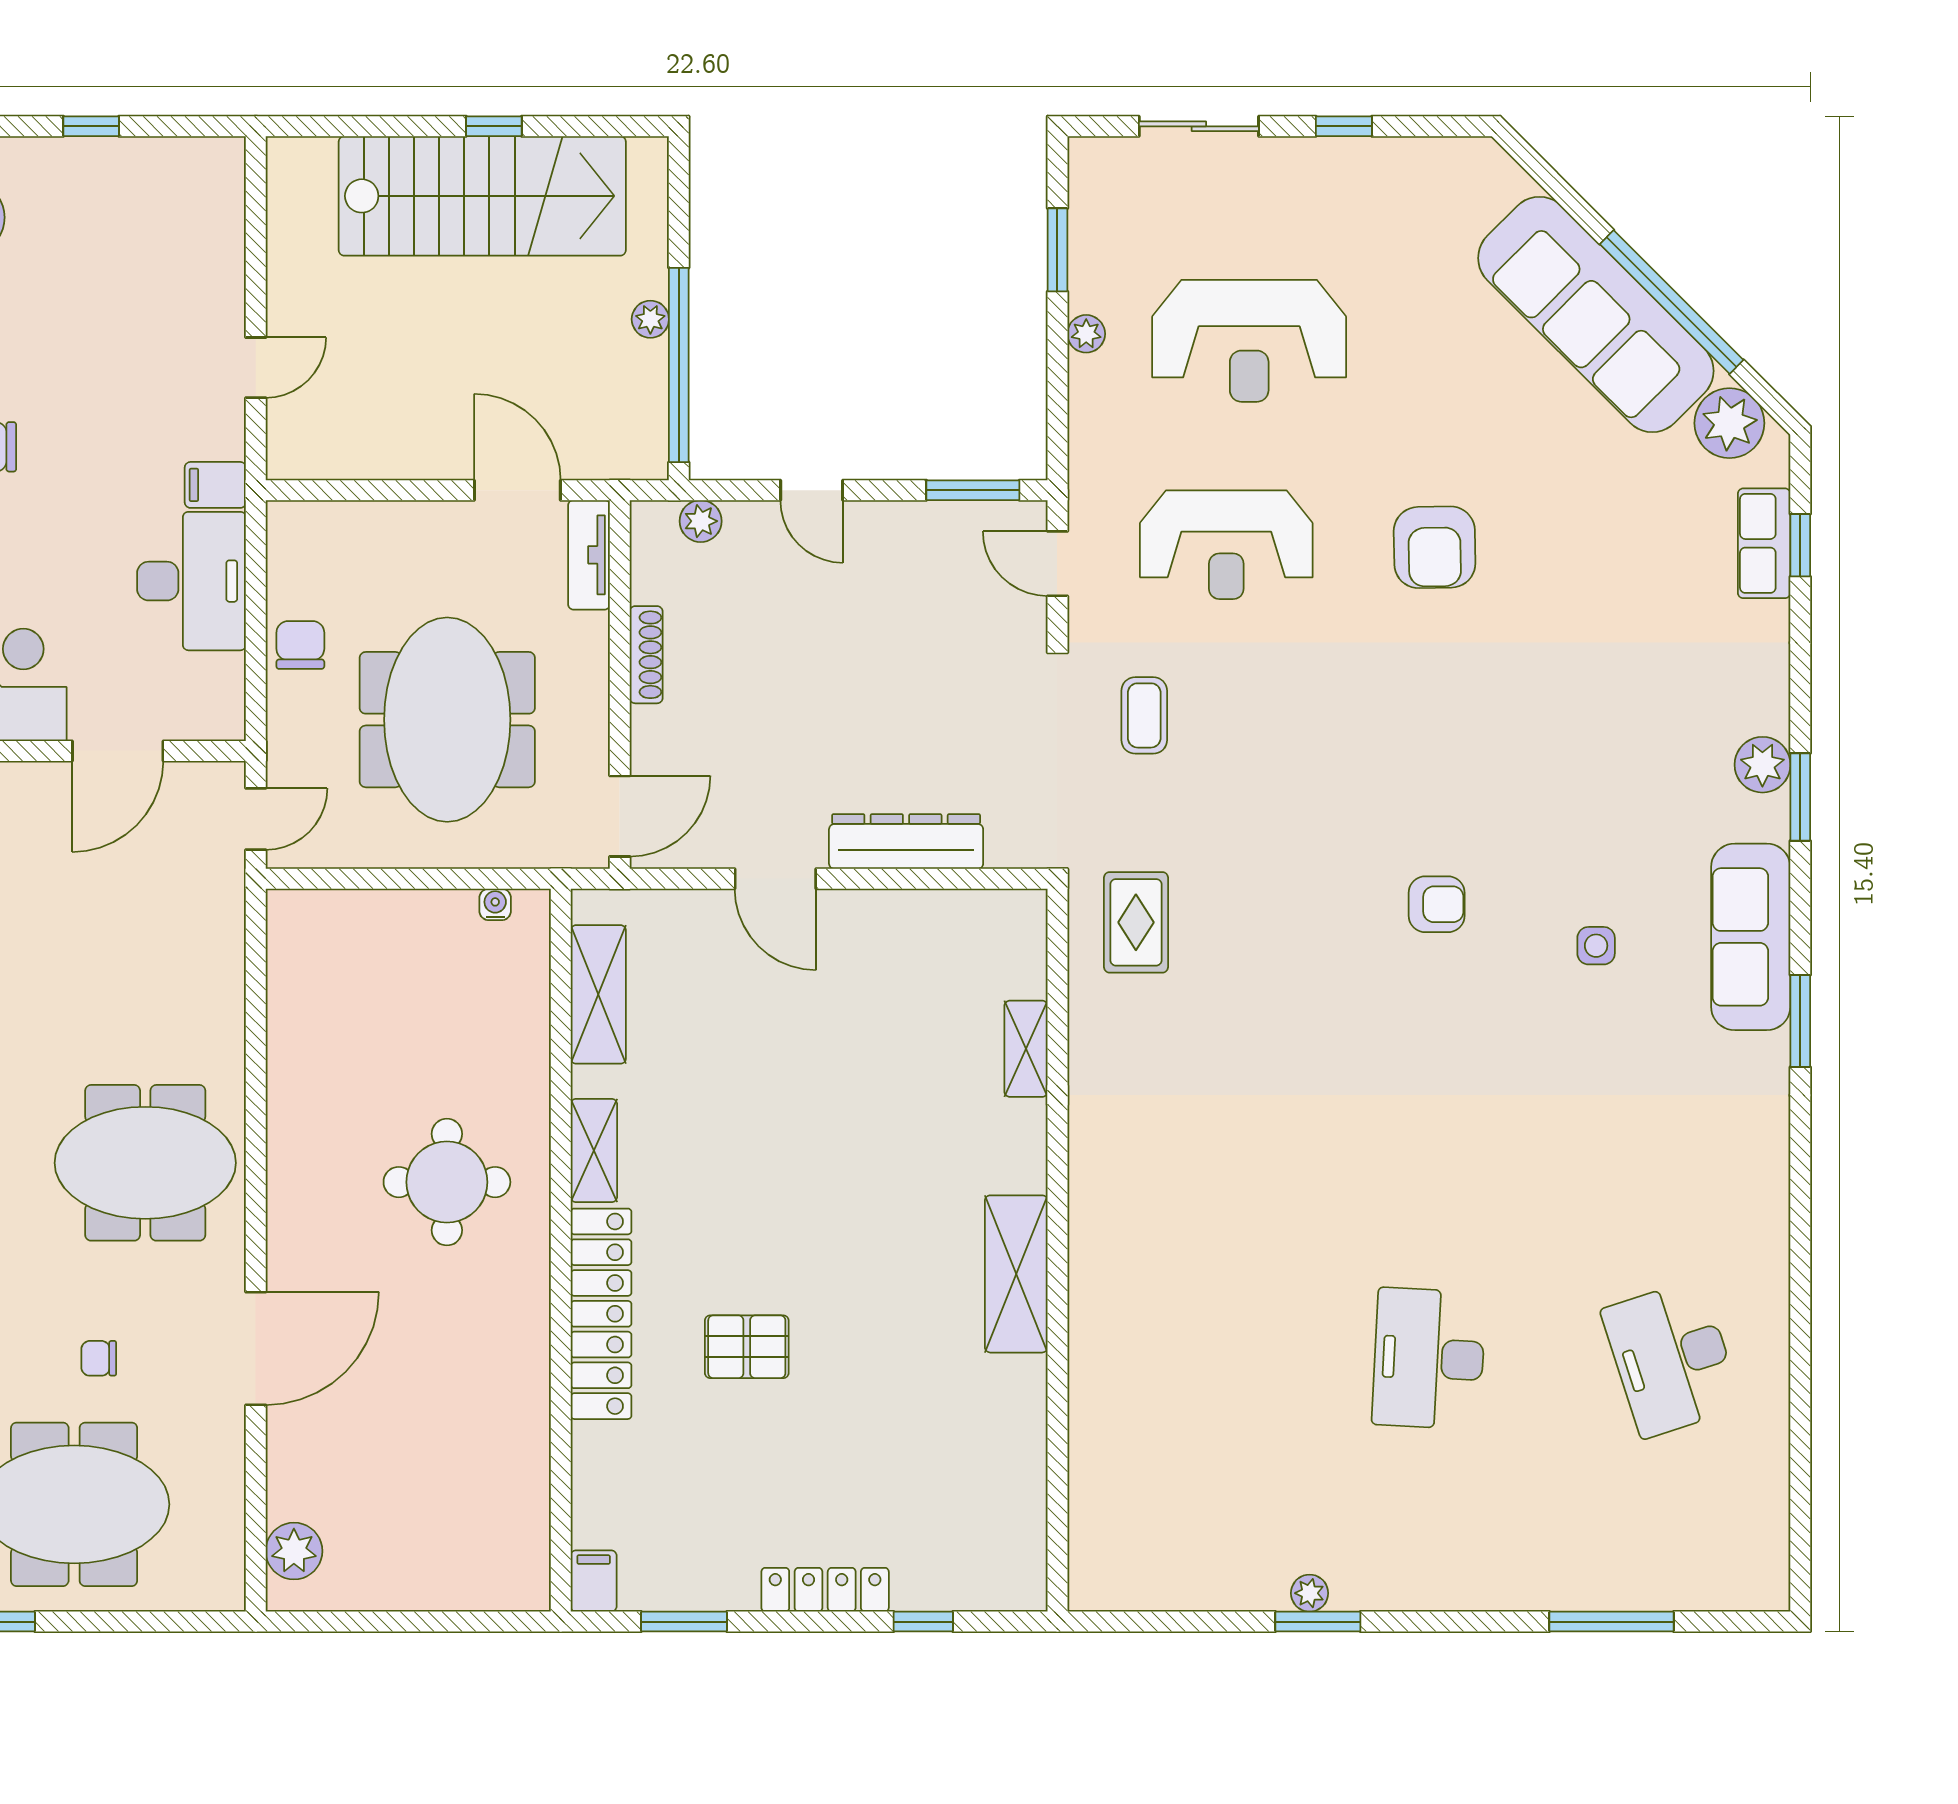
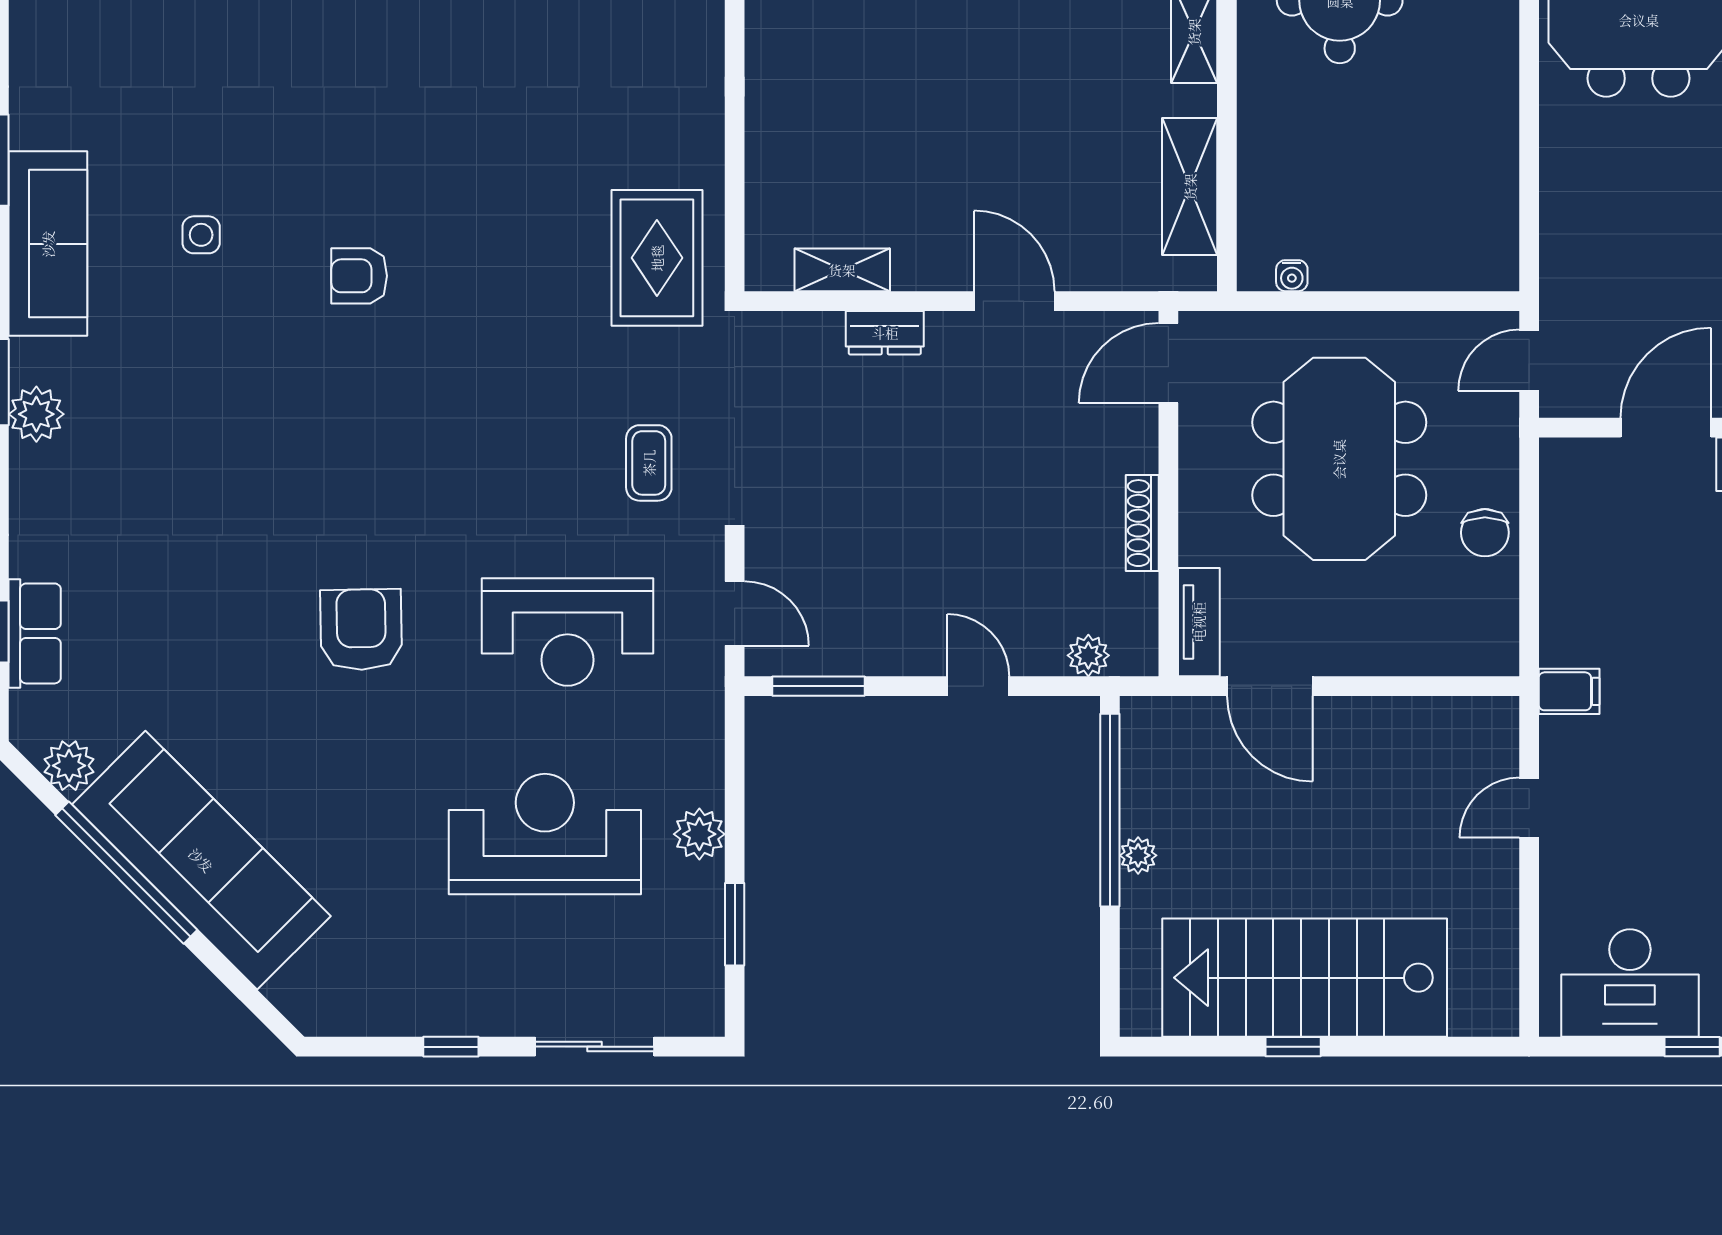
plant: (1086, 334) -> (699, 834), width x1.38, depth x1.38
plant: (1729, 423) -> (69, 766), width x0.73, depth x0.73
reception desk: (1226, 545) -> (568, 632), turned 180
desk: (192, 581) -> (1630, 983), moved, turned -90
dresser: (906, 842) -> (885, 333), width x0.51, depth x0.80
rug: (1136, 922) -> (657, 258), width x1.36, depth x1.43
shelving: (1026, 1049) -> (842, 270), moved, turned 90

